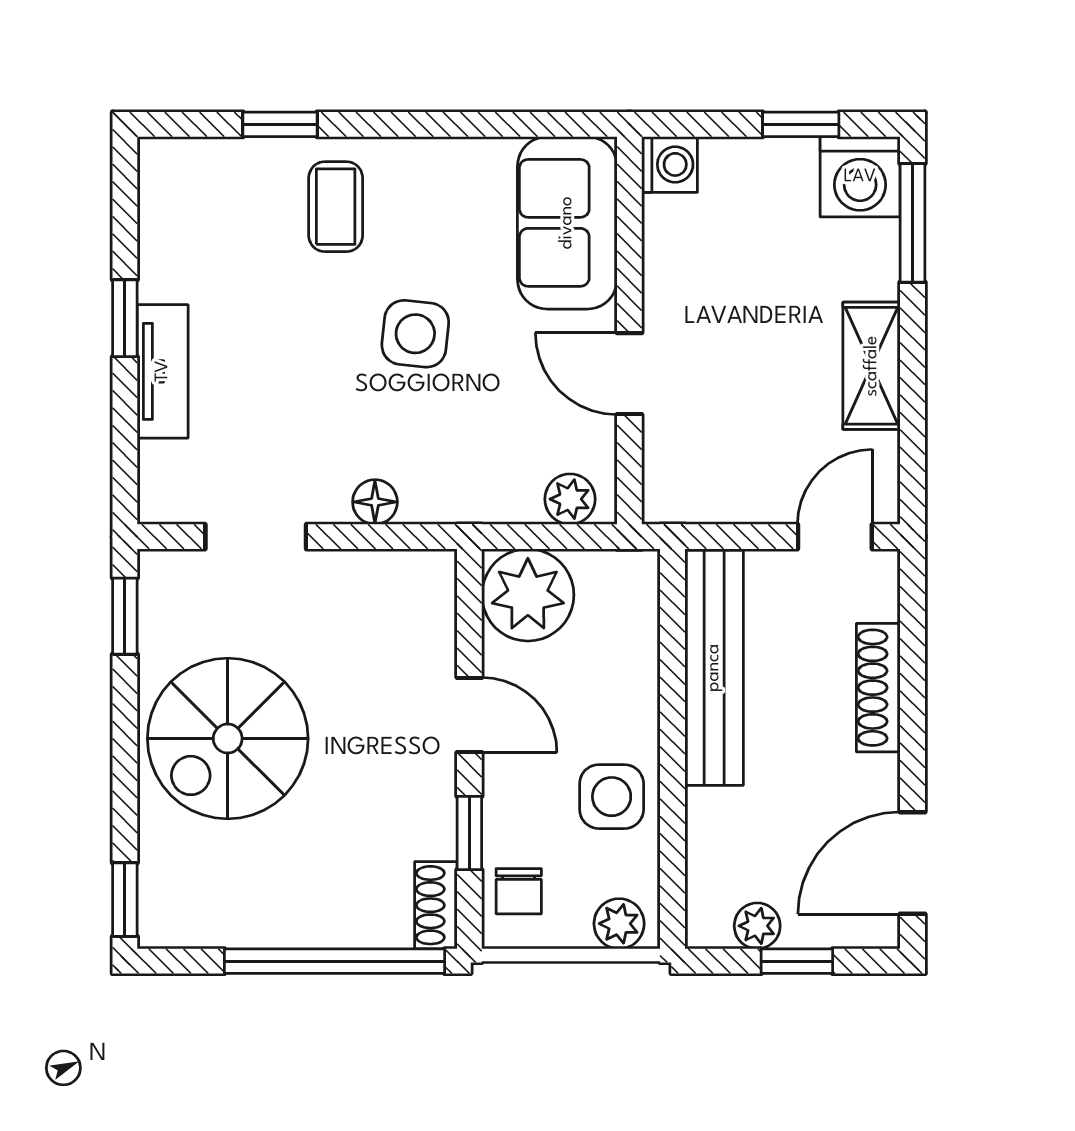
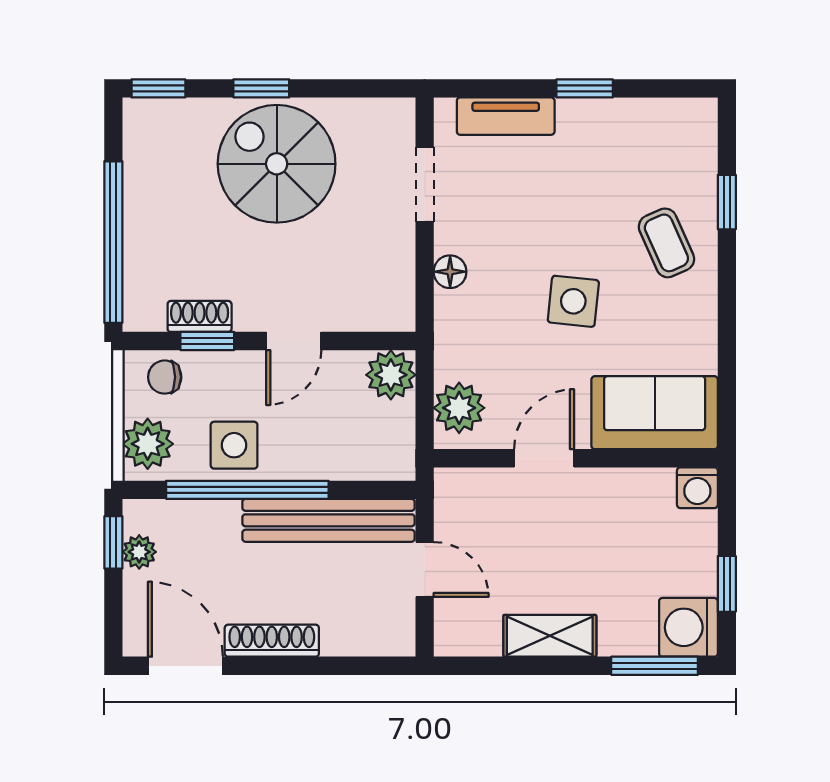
coffee table: (336, 207) -> (666, 243), turned 66
tv unit: (163, 371) -> (506, 116), moved
plant: (570, 499) -> (459, 408), width x1.38, depth x1.38
door: (835, 537) -> (425, 570), moved
plant: (528, 595) -> (391, 375), width x0.73, depth x0.73
window: (125, 616) -> (261, 88), moved
shoe rack: (878, 688) -> (272, 641), moved
window: (672, 778) -> (247, 490), added
shoe rack: (436, 905) -> (200, 316), moved
plant: (619, 924) -> (148, 444), width x1.38, depth x1.38
window: (797, 961) -> (113, 542), moved

